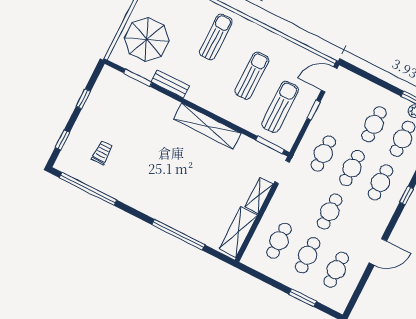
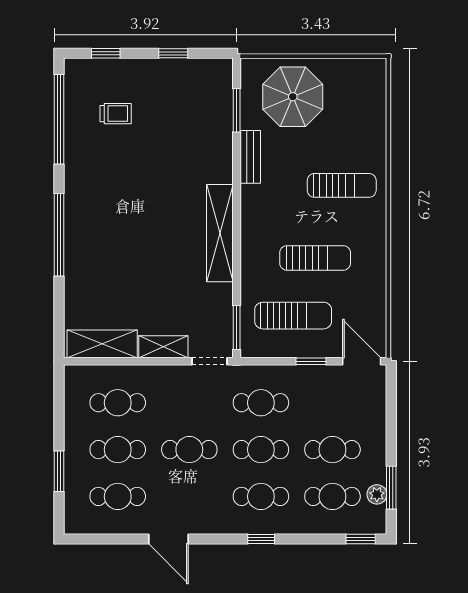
window: (178, 235) -> (59, 235), moved

